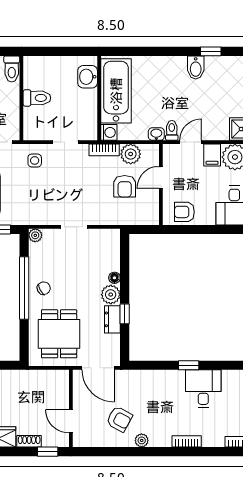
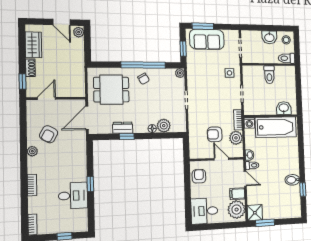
plant: (111, 295) -> (164, 126), moved

